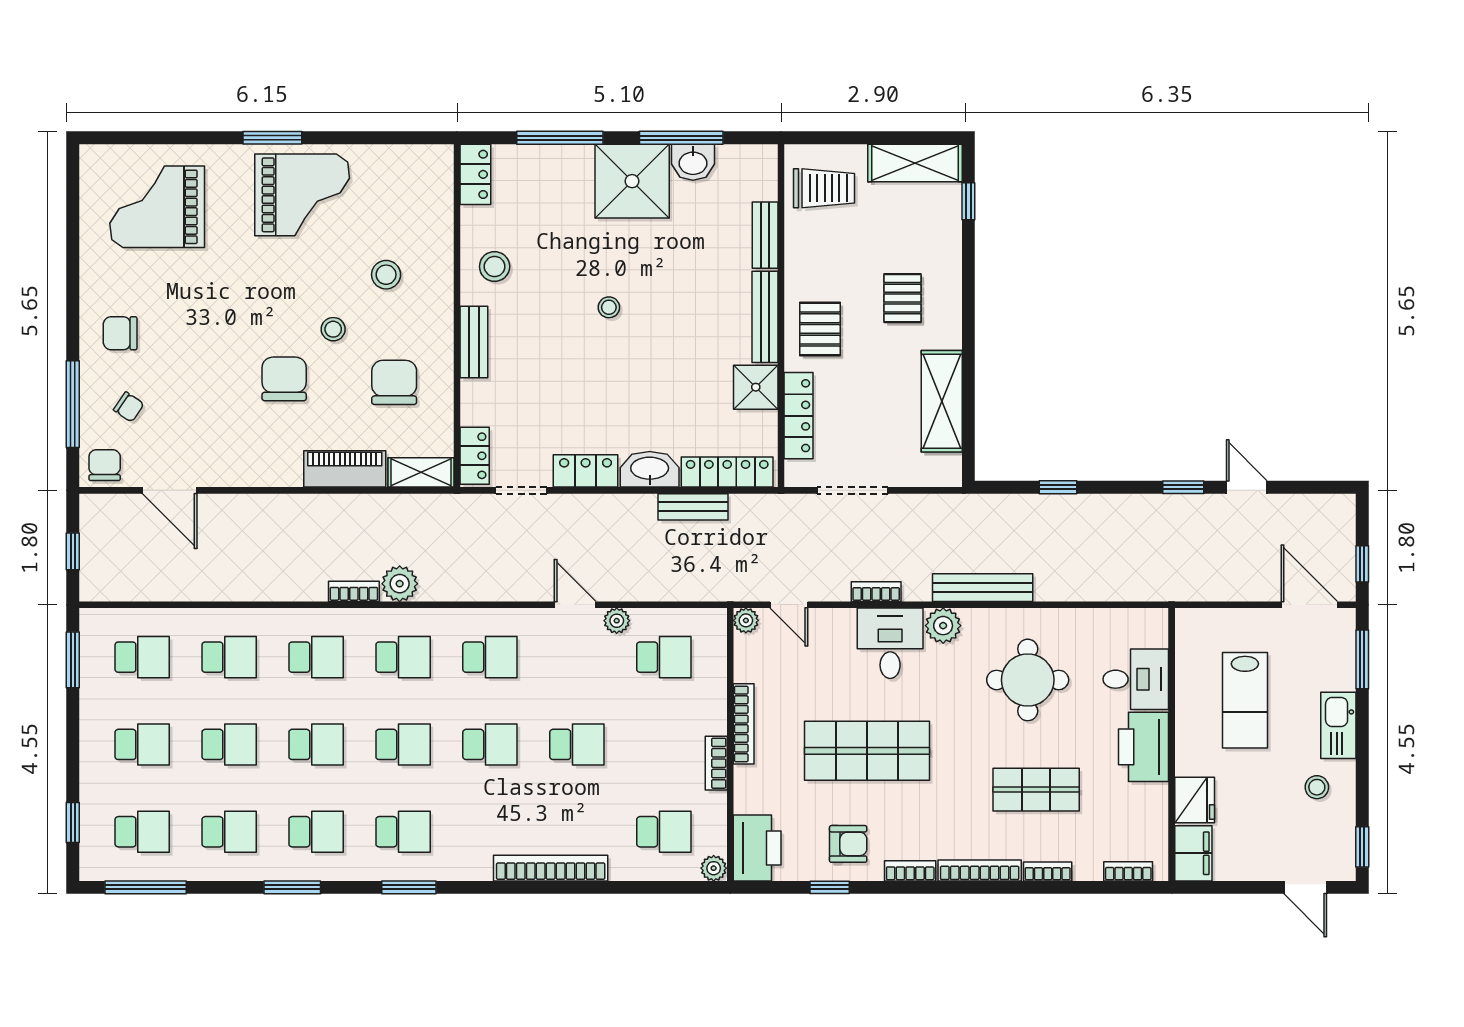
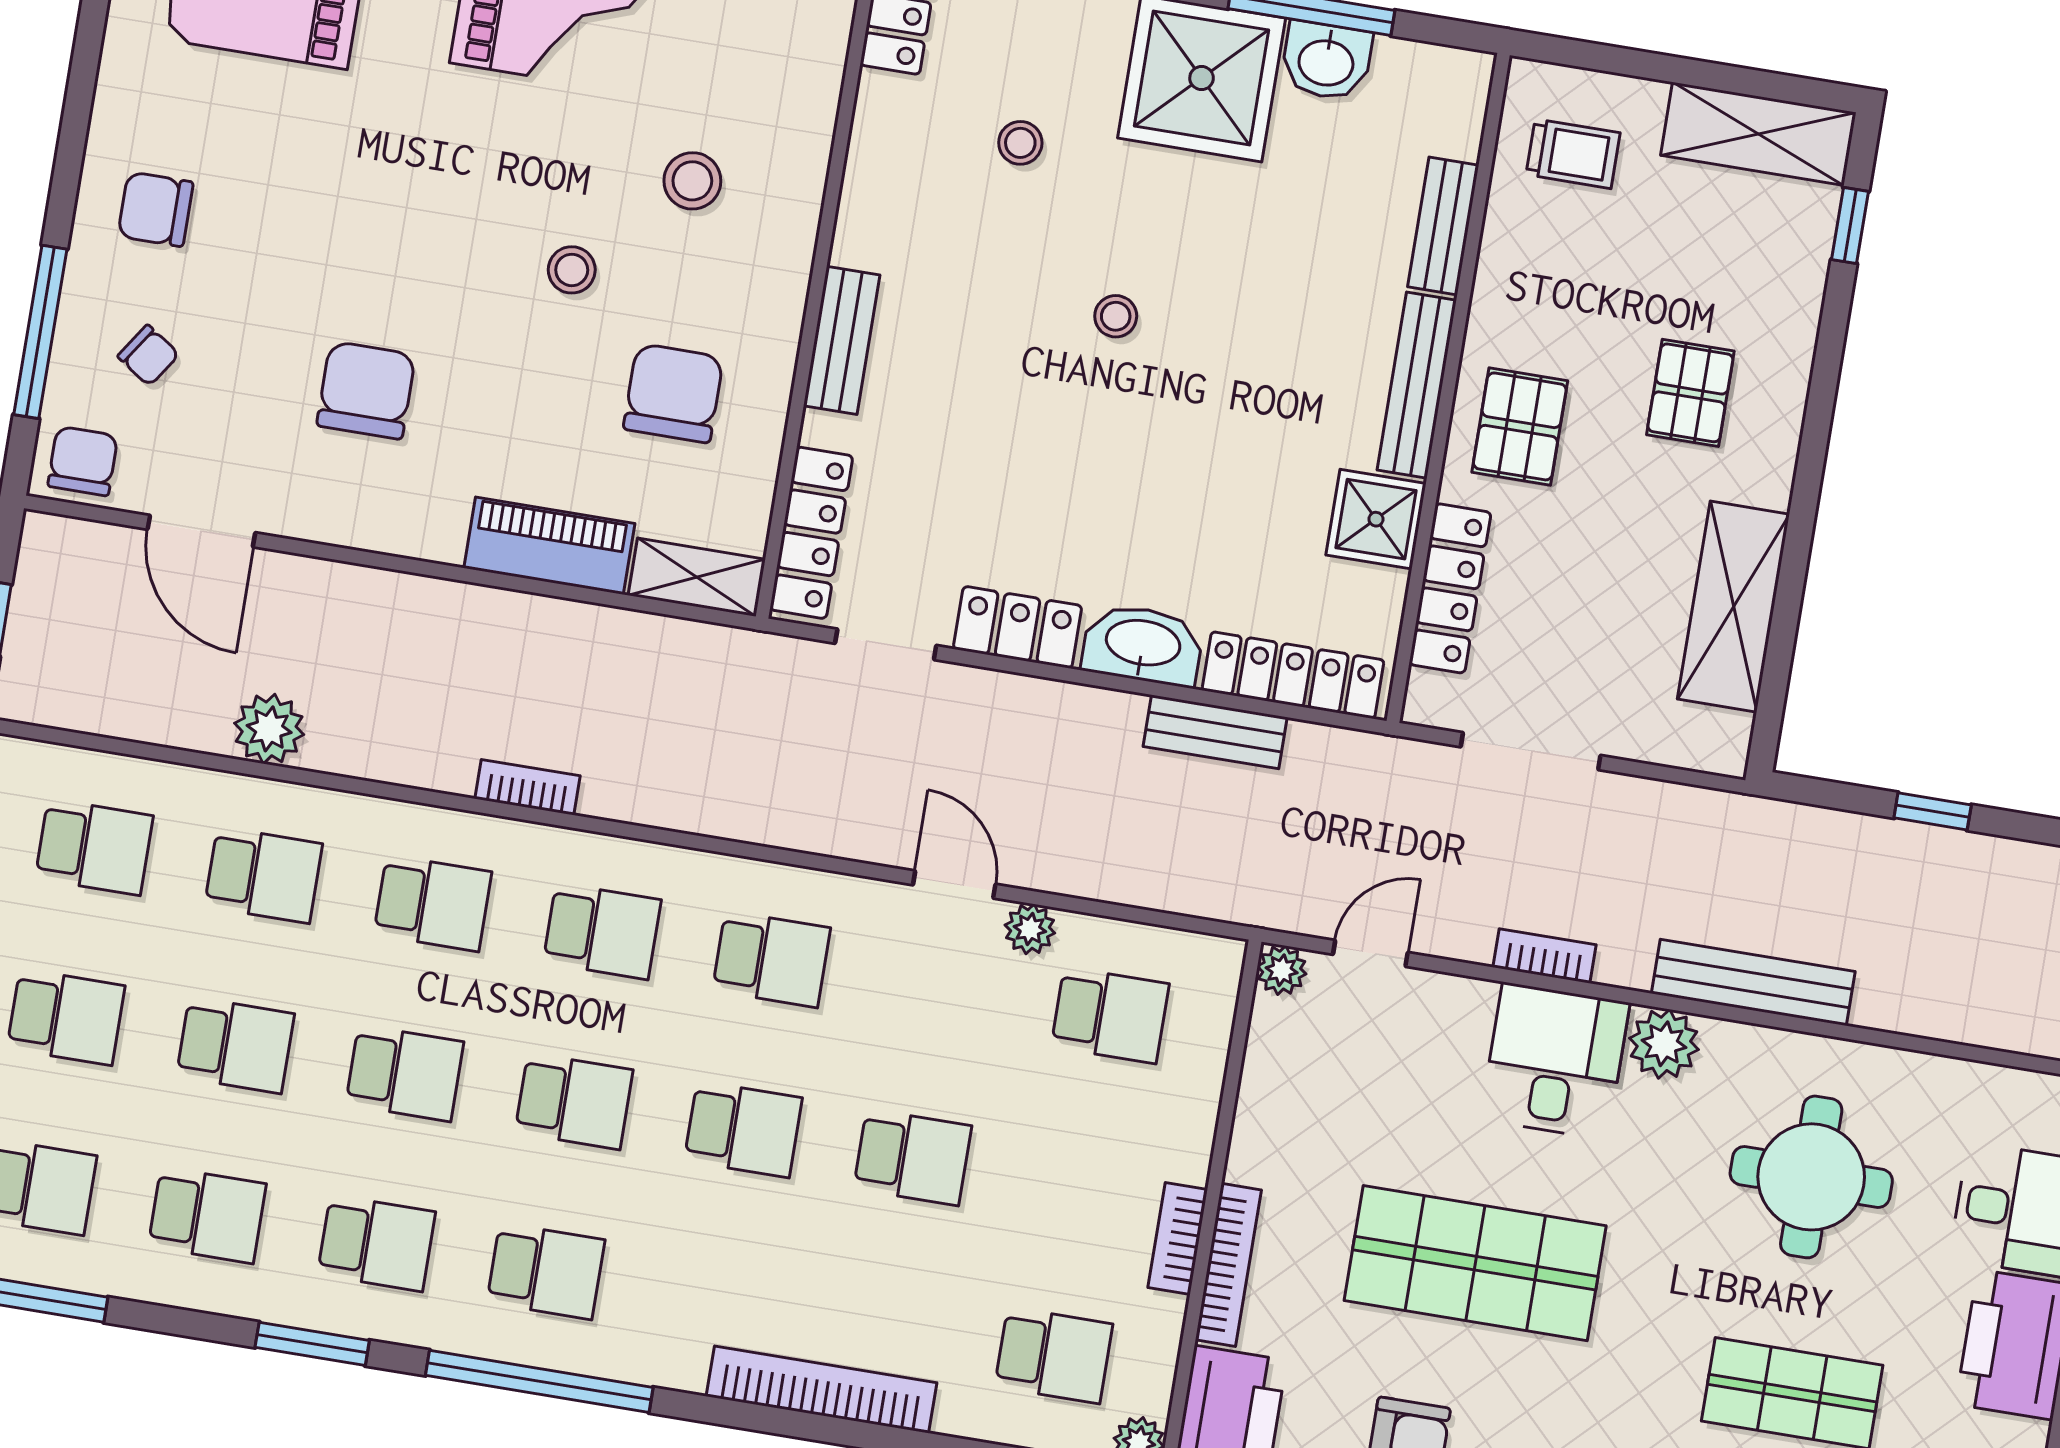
trolley: (824, 188) -> (1573, 154), width x0.73, depth x0.72
stool: (495, 267) -> (1020, 143), moved, width x0.73, depth x0.73
chair: (284, 379) -> (366, 390), moved
locker: (475, 456) -> (811, 533), width x1.53
plant: (400, 584) -> (269, 729), moved
door: (789, 605) -> (1370, 953), swing flipped
bookcase: (744, 724) -> (1228, 1265), moved
window: (409, 887) -> (539, 1381), width x2.11

